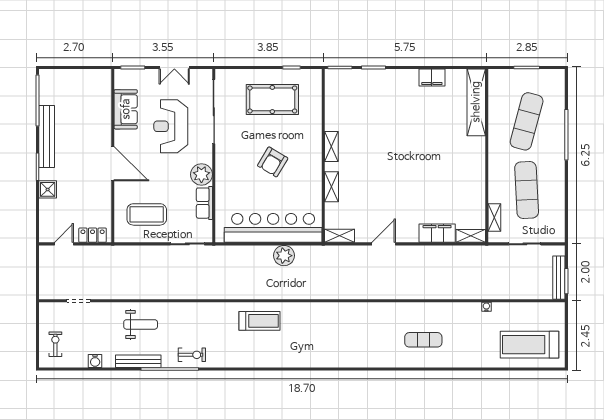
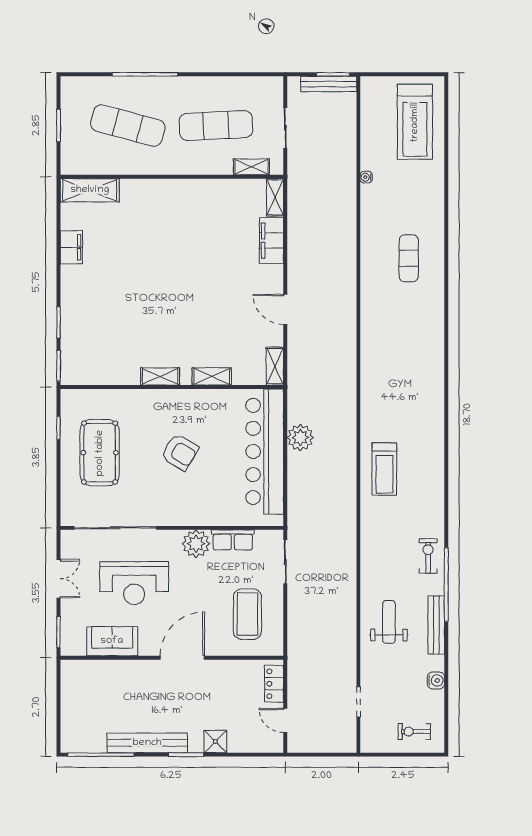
shelving: (476, 102) -> (90, 190), width x0.68
treadmill: (259, 321) -> (384, 469), turned 180

